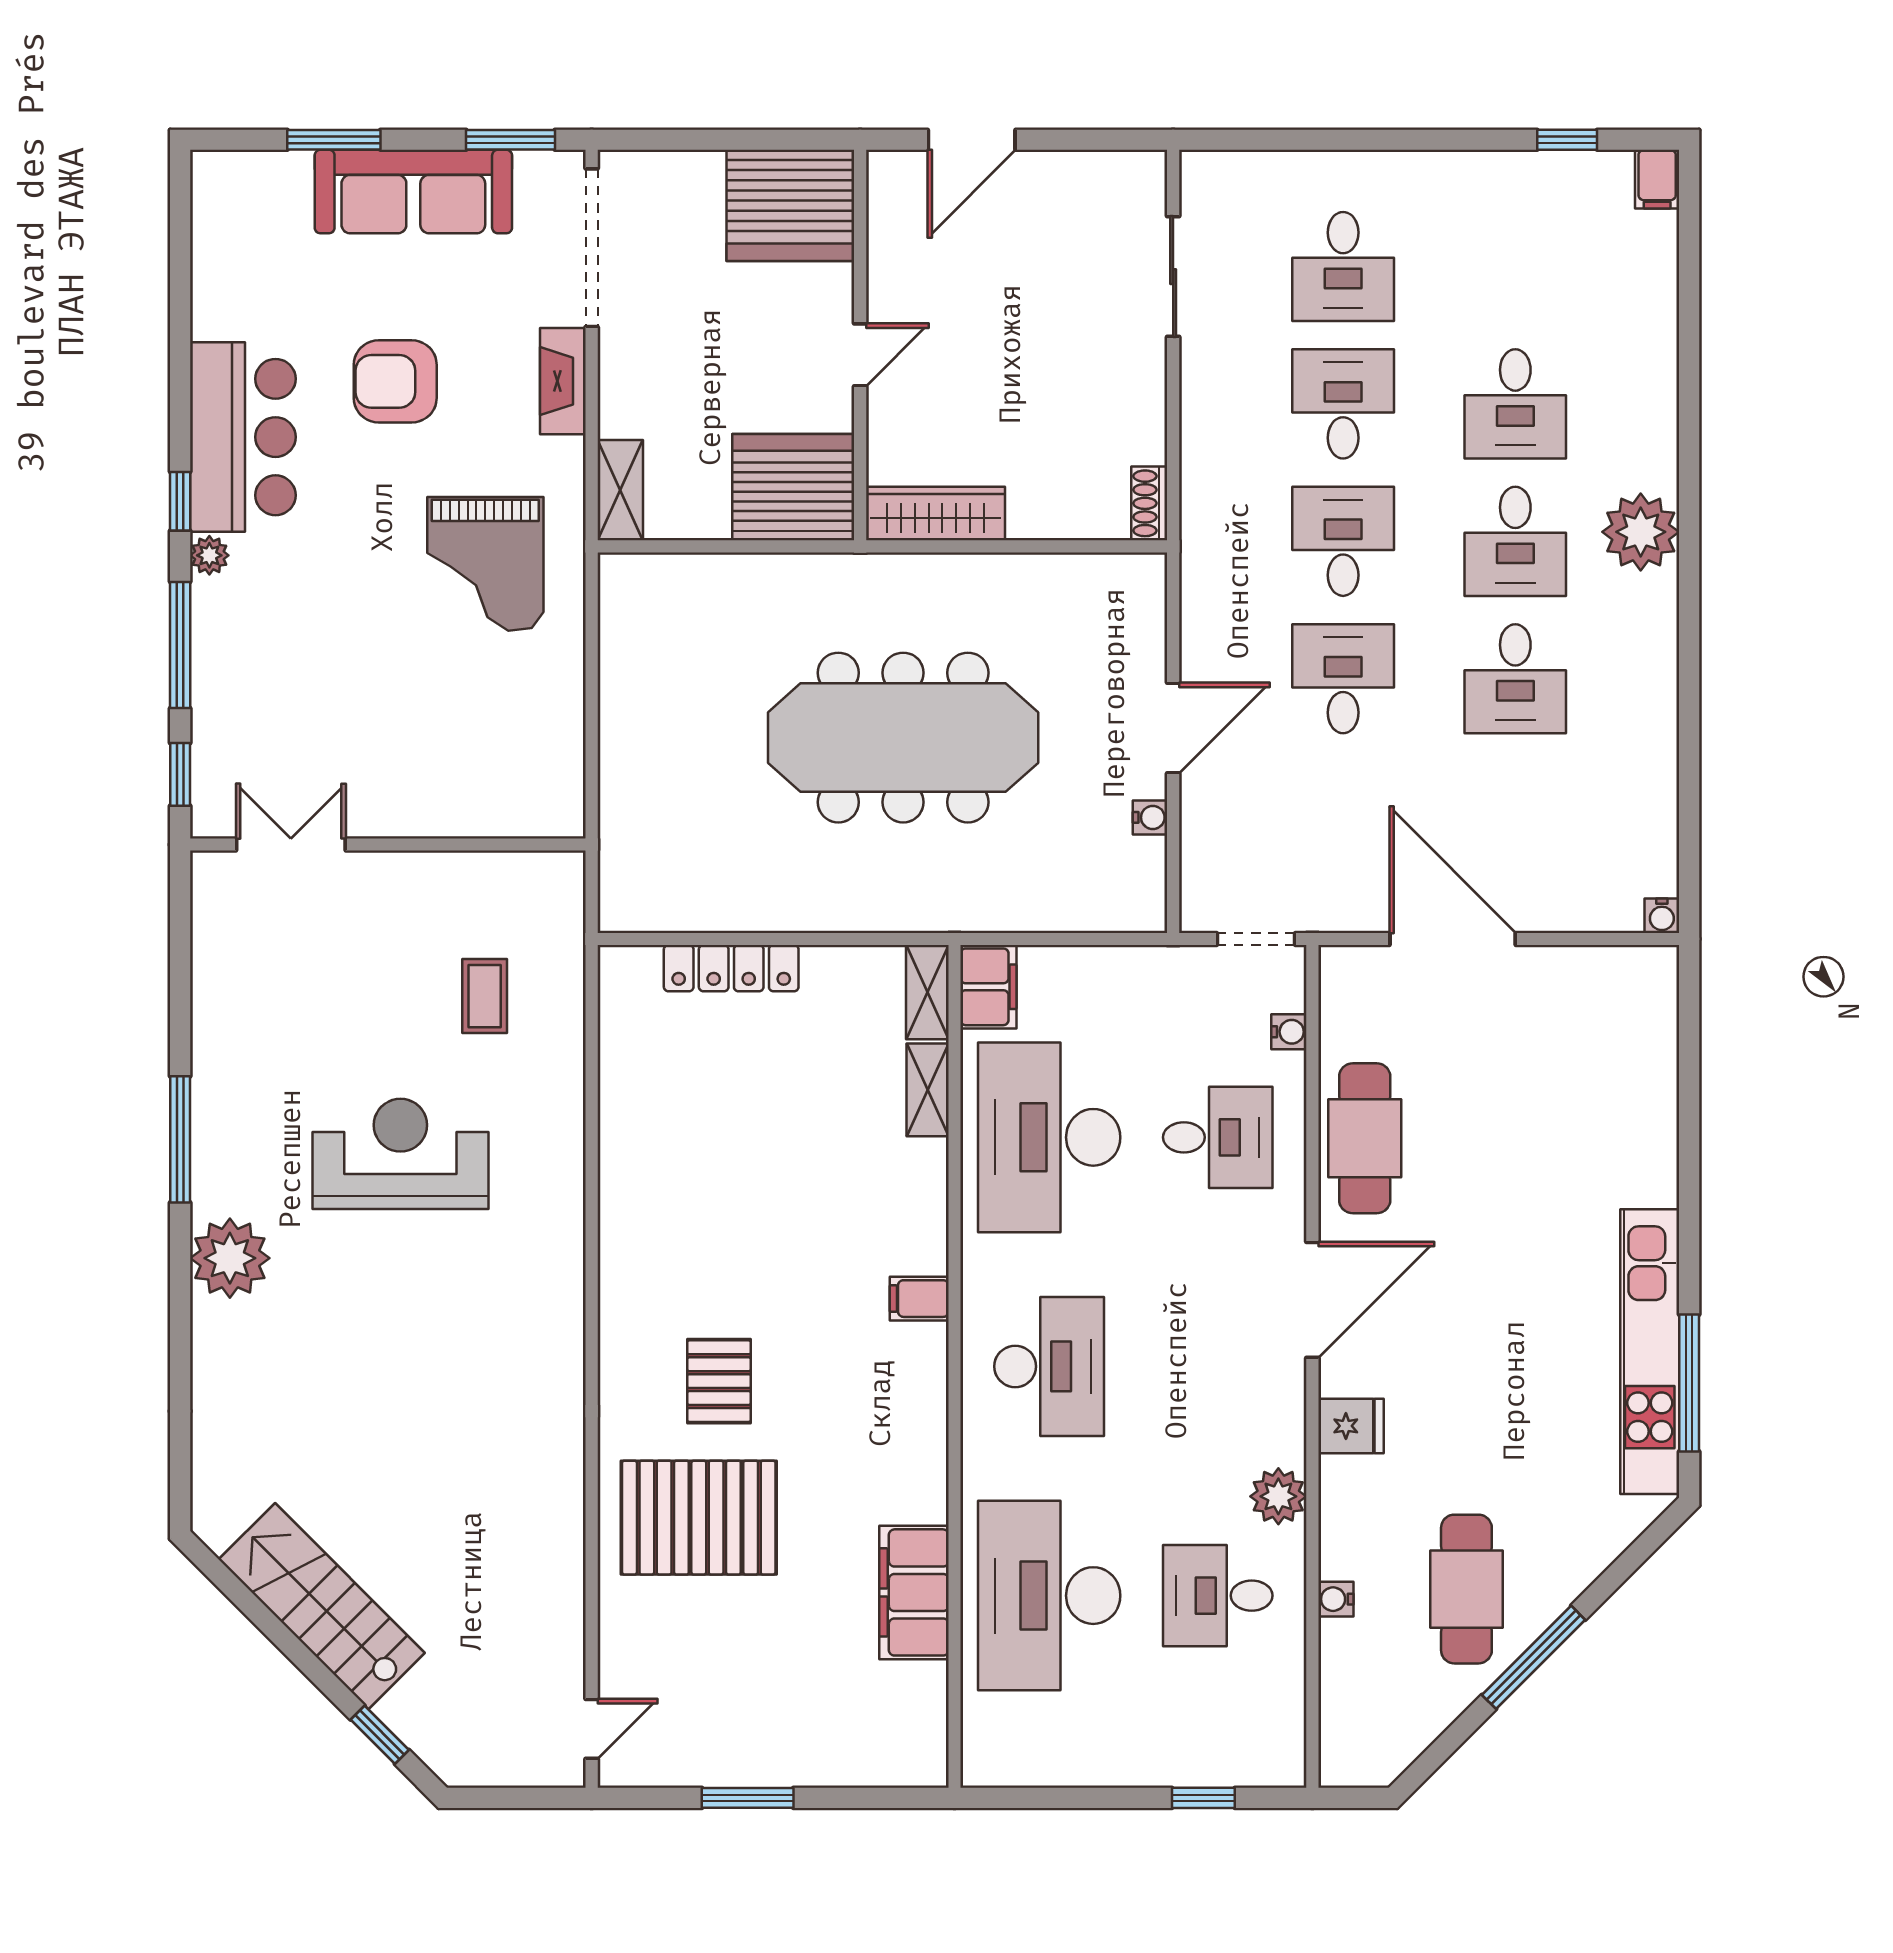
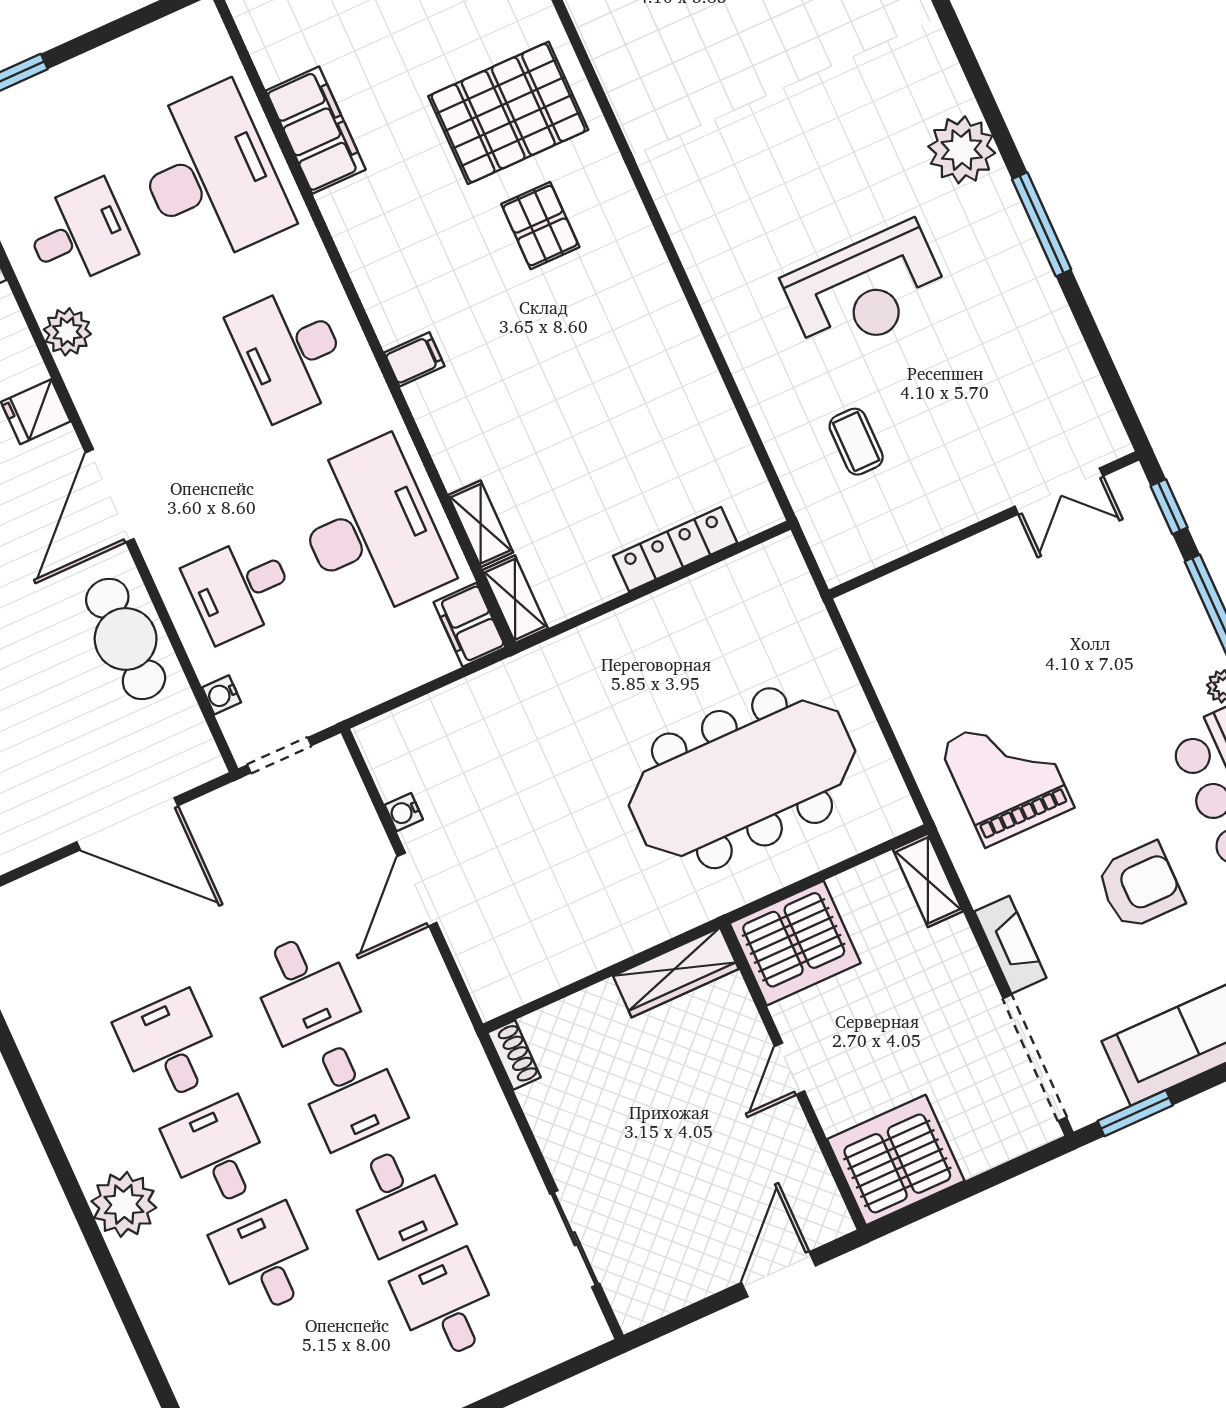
meeting table: (903, 738) -> (742, 778), moved

